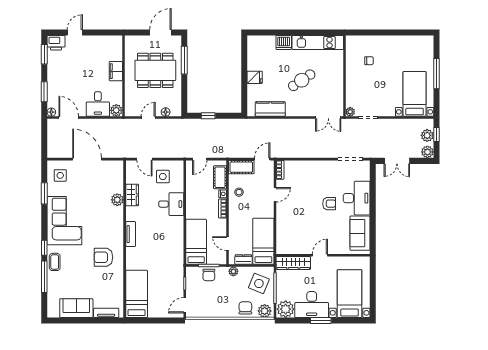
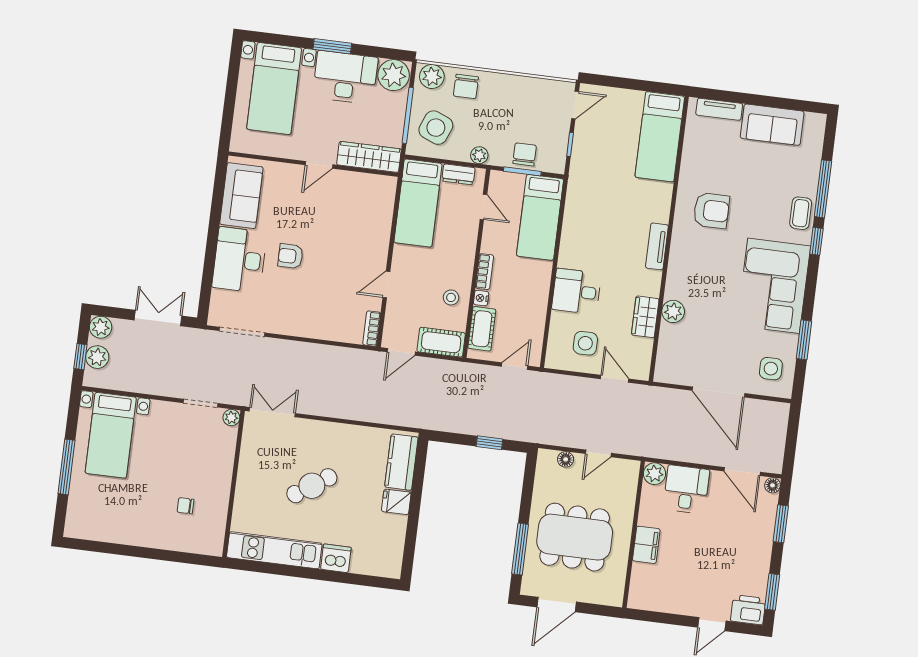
kitchen counter: (270, 109) -> (401, 462), moved, turned 90

